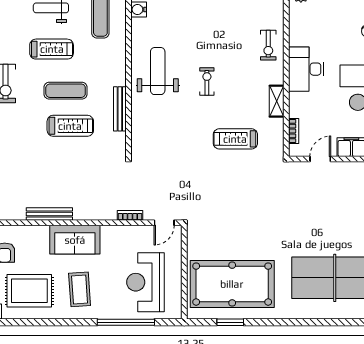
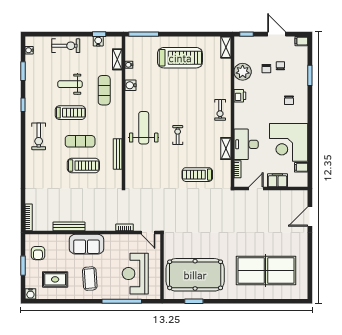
printer: (297, 25) -> (240, 96), added
desk: (306, 69) -> (246, 144), moved
door: (164, 223) -> (148, 233), hinge flipped
rug: (29, 291) -> (55, 279), width x0.73, depth x0.70

